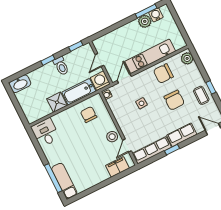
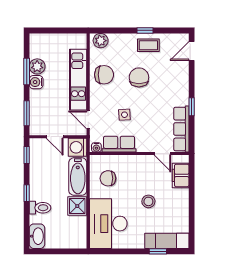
window: (146, 11) -> (27, 71), moved
water cooler: (156, 15) -> (36, 82), moved
window: (107, 31) -> (27, 113), added
toilet: (61, 66) -> (40, 208), moved
chair: (163, 74) -> (104, 75), turned -90
chair: (174, 100) -> (139, 77), turned -90
desk: (45, 133) -> (108, 224), width x1.87, depth x1.30
row of seats: (182, 135) -> (119, 144), moved, turned 90
stool: (112, 137) -> (148, 201), moved
window: (53, 178) -> (158, 251), width x0.46

